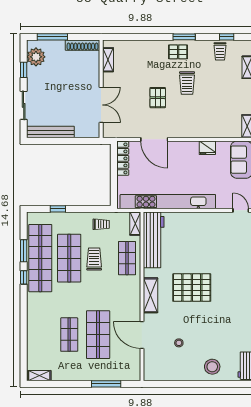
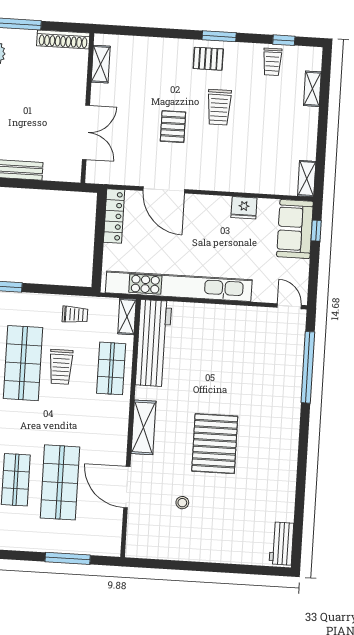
trolley: (94, 259) -> (61, 367), turned 180
pallet: (192, 288) -> (215, 444), moved, turned 90
stool: (212, 367) -> (231, 542), removed

